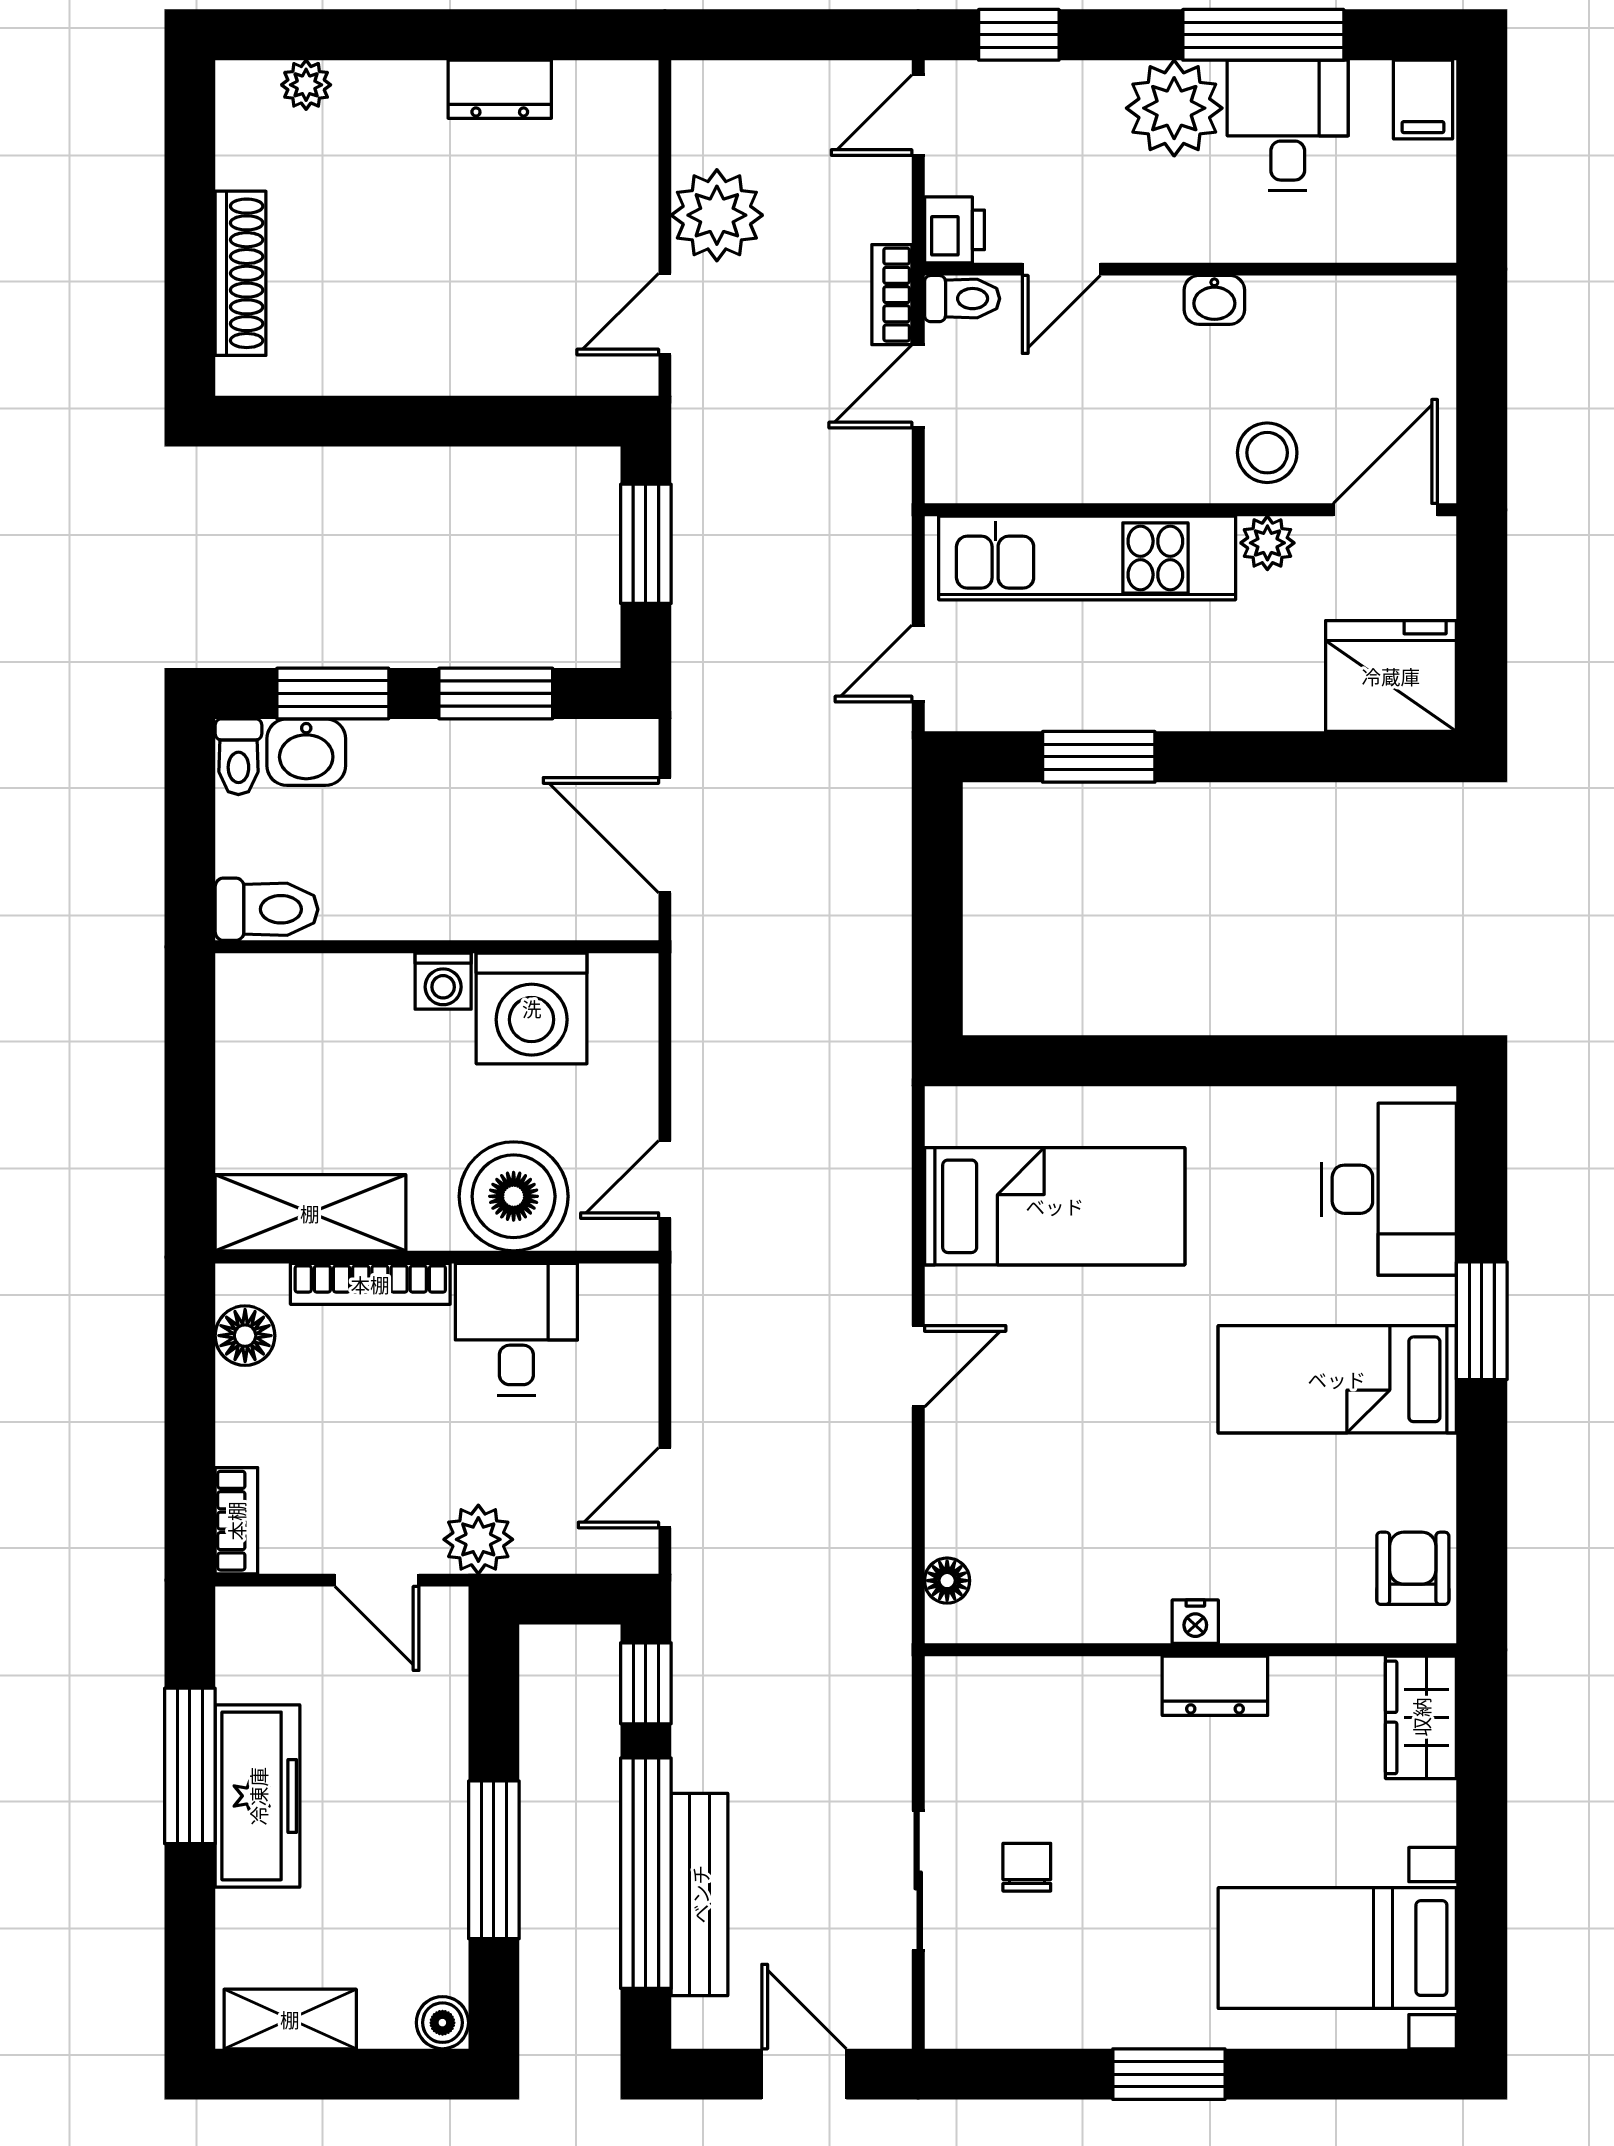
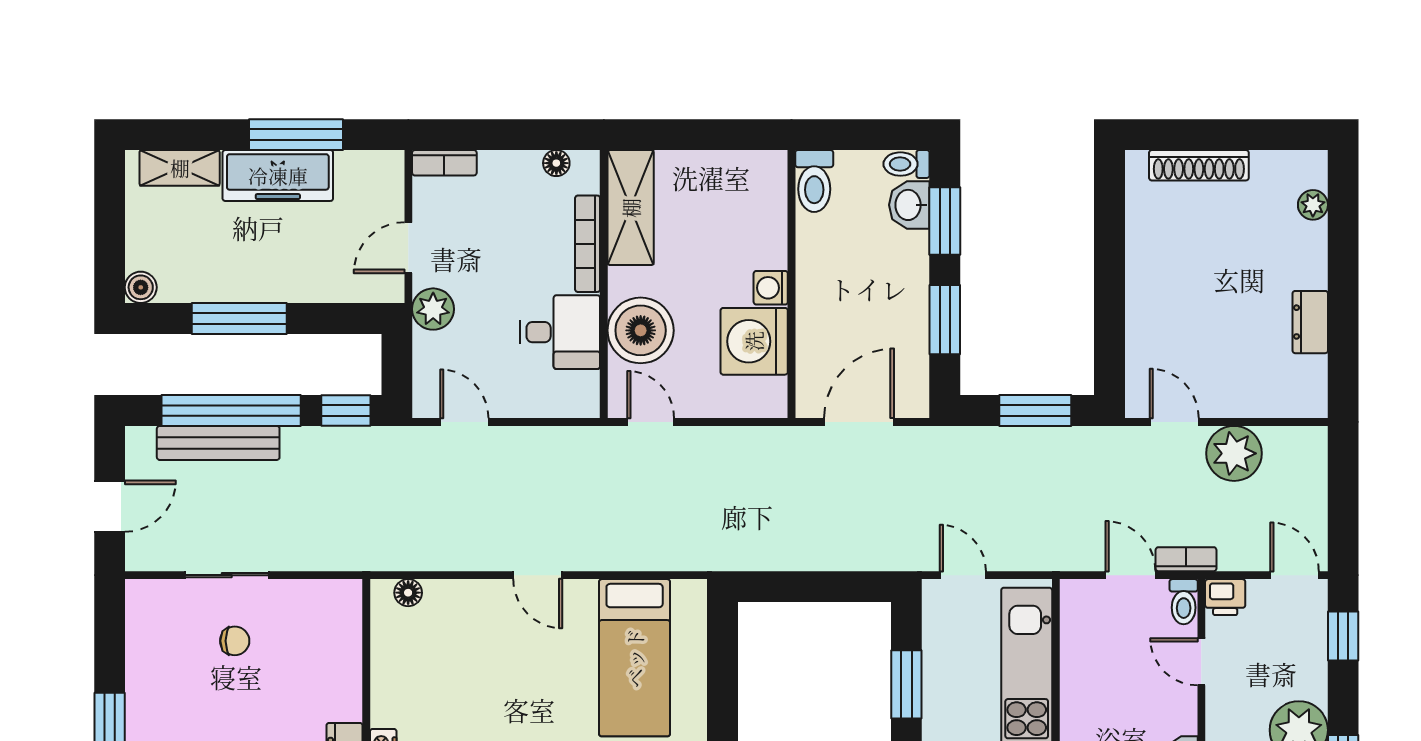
floor lamp: (245, 1336) -> (556, 163), width x0.73, depth x0.73
shelving: (290, 2019) -> (180, 168), moved, turned 90

